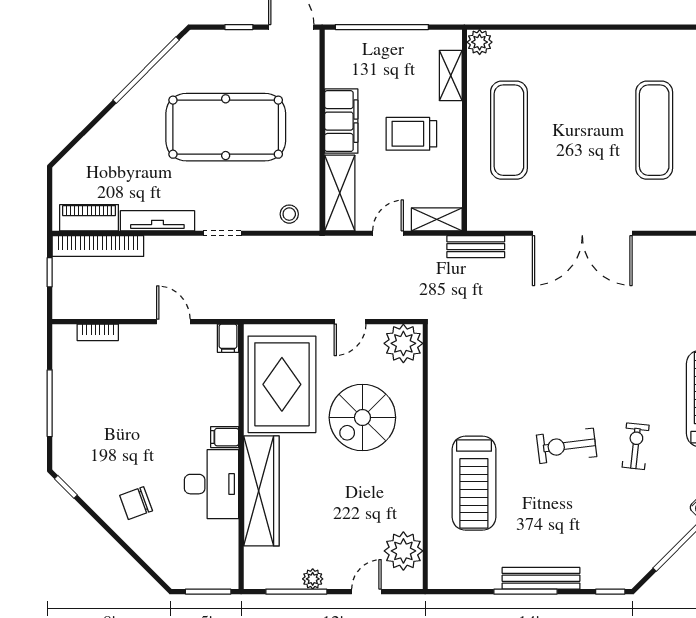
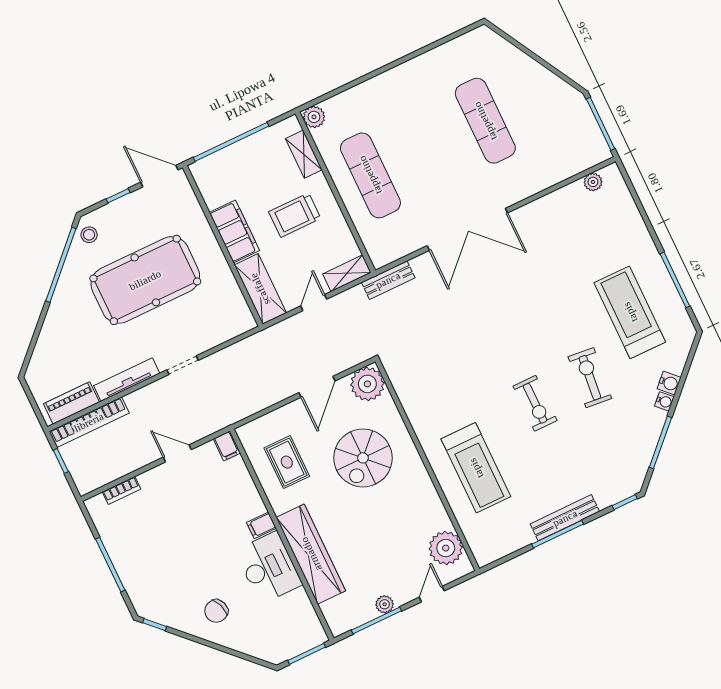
stool: (289, 214) -> (89, 235), moved
door: (350, 322) -> (317, 387), width x1.38
rug: (282, 384) -> (287, 462), width x0.54, depth x0.49
exercise bike: (567, 446) -> (535, 403), turned -83
exercise bike: (636, 446) -> (590, 378), width x1.38, depth x1.39

